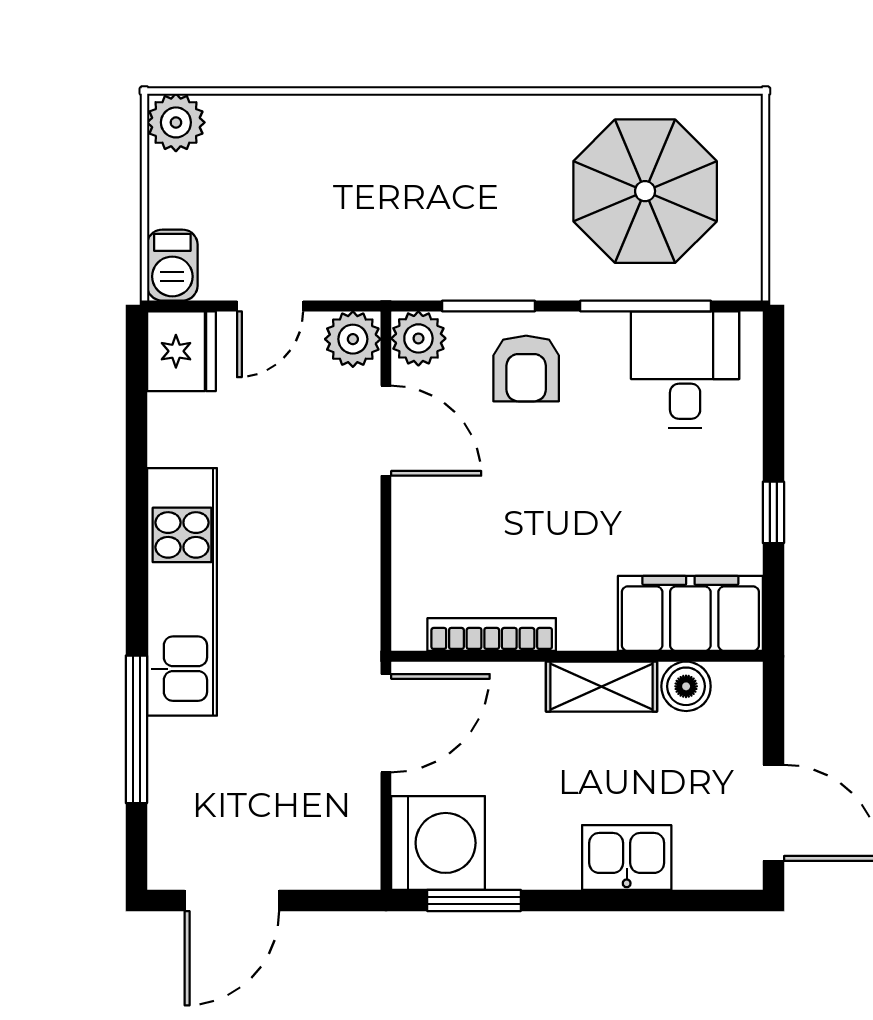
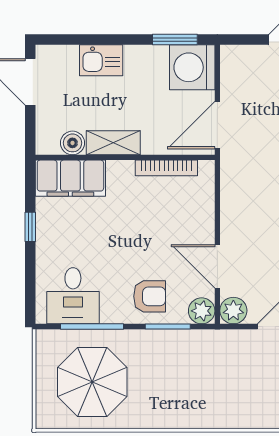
armchair: (526, 368) -> (150, 296), turned 90

